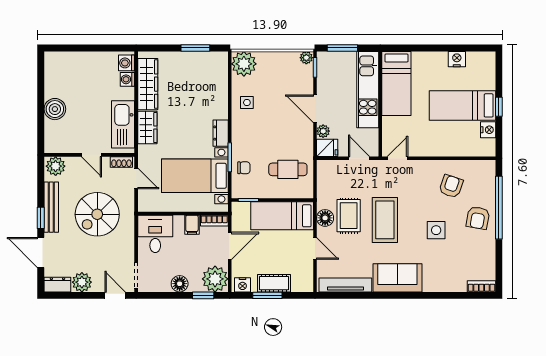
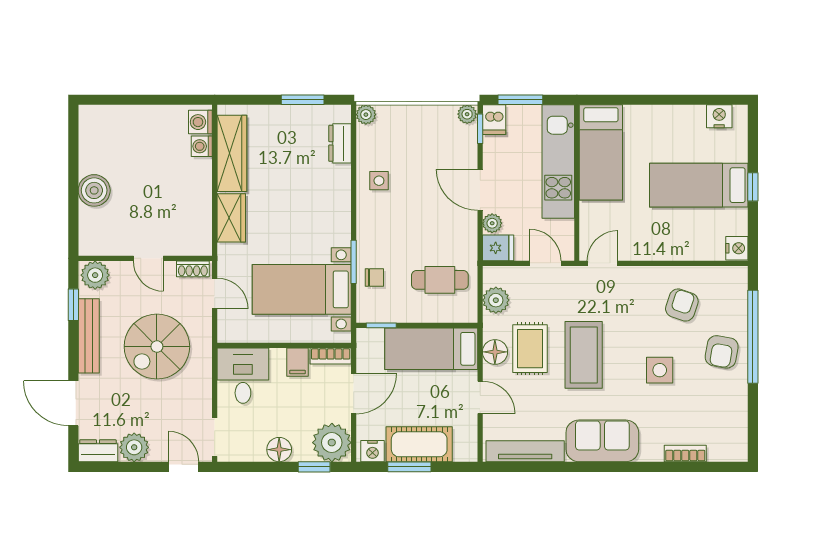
nightstand: (457, 59) -> (719, 116), moved
dishwasher: (324, 61) -> (494, 120), added
plant: (244, 64) -> (366, 115), width x0.53, depth x0.53
kitchen sink: (123, 124) -> (195, 213), removed
nightstand: (488, 130) -> (737, 248), moved
dresser: (221, 133) -> (340, 143), moved
plant: (326, 183) -> (496, 300), added
window: (41, 218) -> (73, 305), moved
cot: (274, 283) -> (419, 444), width x1.37, depth x1.34
bookcase: (481, 286) -> (685, 453), moved

